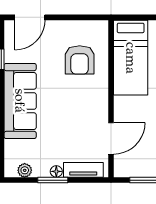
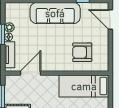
door: (111, 138) -> (30, 73), swing flipped
plant: (25, 170) -> (9, 27), moved

